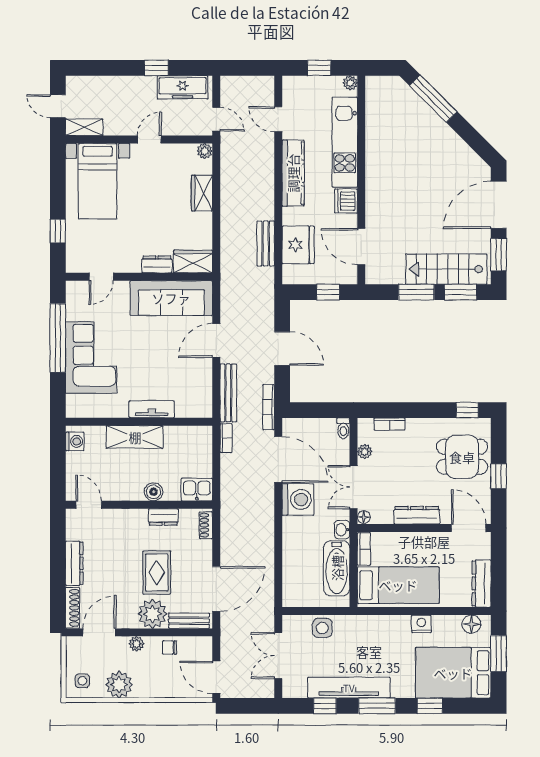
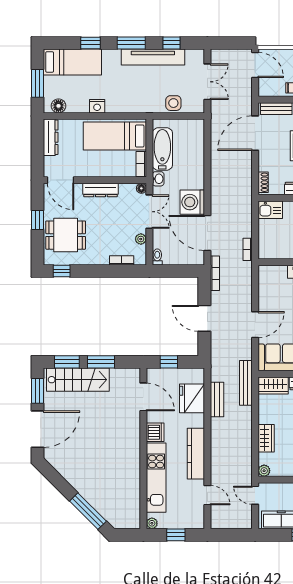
bench: (228, 393) -> (246, 383), moved
bed: (453, 673) -> (72, 62), width x0.67

